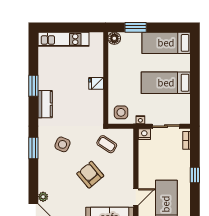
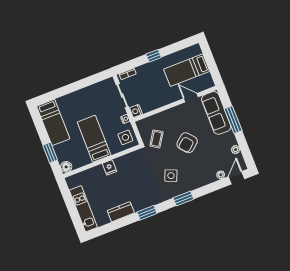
bed: (166, 83) -> (94, 139), moved, turned 180
window: (33, 86) -> (147, 213), moved
kitchen counter: (45, 104) -> (121, 212), moved

